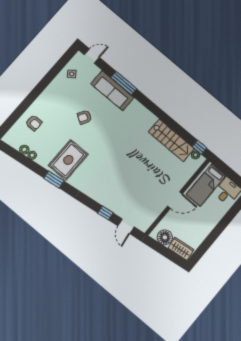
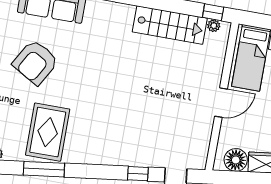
armchair: (85, 117) -> (35, 62), width x1.88, depth x1.88
window: (54, 180) -> (44, 169), width x1.44

